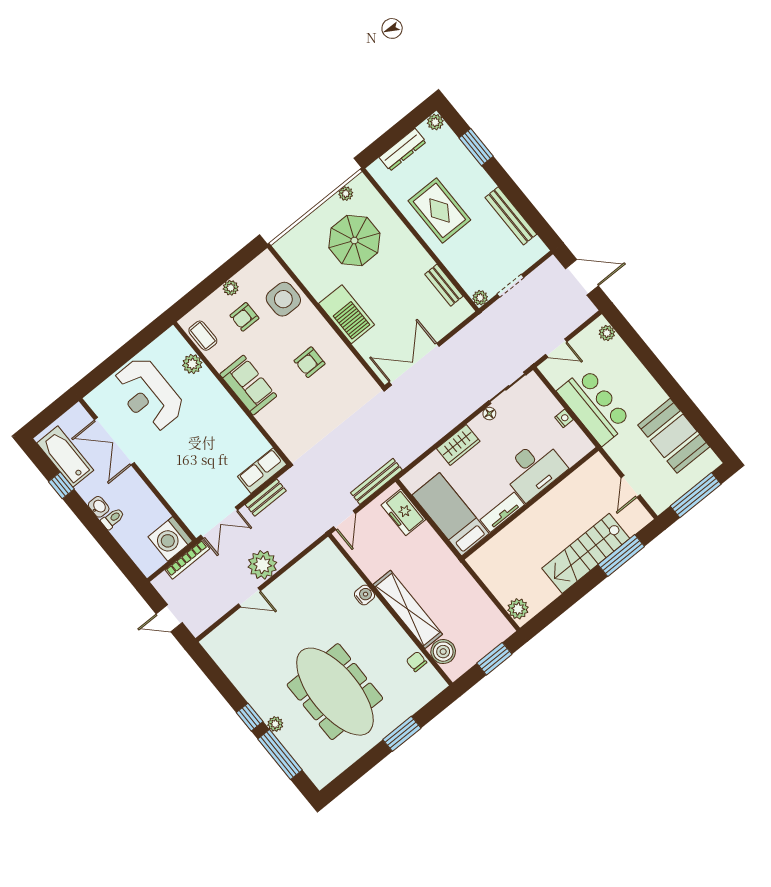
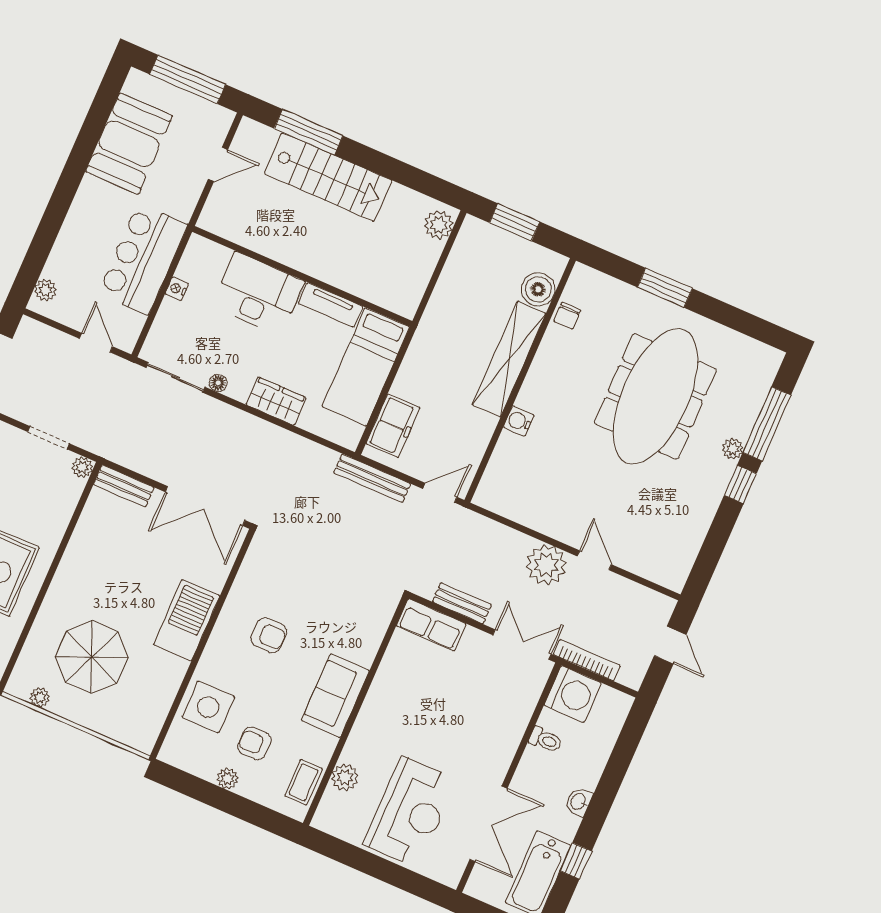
bench: (444, 285) -> (124, 486), moved, turned 90
armchair: (244, 317) -> (254, 743), turned 180
toilet: (113, 519) -> (545, 740), moved, turned 180

